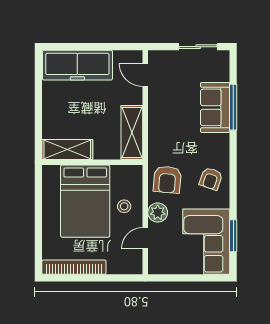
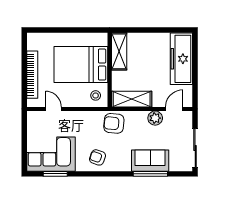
sliding door: (198, 47) -> (195, 148), width x1.37
armchair: (167, 180) -> (114, 123), moved
stool: (124, 206) -> (96, 95), moved
plant: (158, 213) -> (155, 118), moved
bookcase: (74, 267) -> (32, 75), moved

